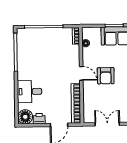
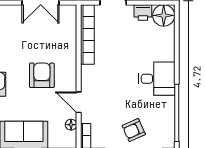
armchair: (44, 40) -> (134, 130), added
door: (81, 73) -> (79, 102), moved
desk: (29, 92) -> (157, 79), moved

